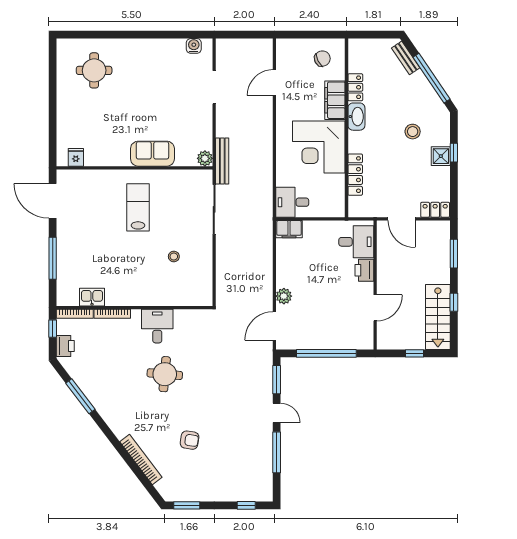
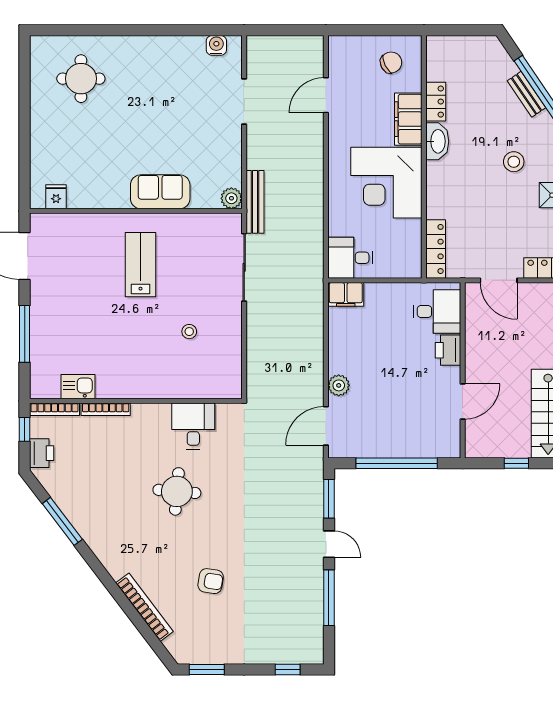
bench: (406, 58) -> (526, 94), moved
locker: (355, 175) -> (436, 249), moved
desk: (157, 326) -> (193, 426), moved

